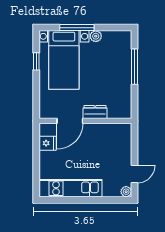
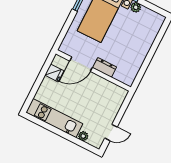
window: (134, 67) -> (154, 47), removed
plant: (126, 192) -> (83, 136), moved

